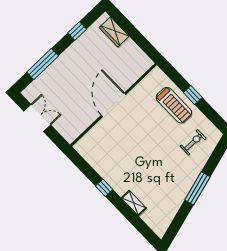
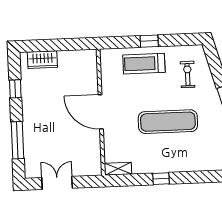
treadmill: (174, 105) -> (144, 64), turned 180
exercise mat: (148, 158) -> (168, 122), added
shelving: (134, 203) -> (118, 169), moved

